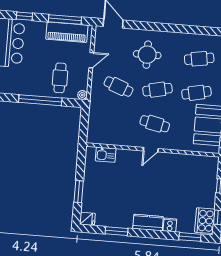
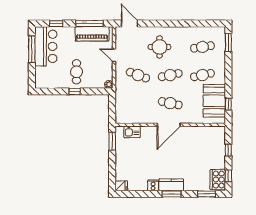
door: (91, 60) -> (114, 55), swing flipped
cafe table: (60, 78) -> (77, 72), moved
window: (40, 100) -> (75, 91), width x0.32
door: (151, 150) -> (169, 125), width x1.87
window: (79, 192) -> (112, 141), moved
cooker: (170, 225) -> (153, 185), moved
window: (117, 231) -> (172, 194), moved

